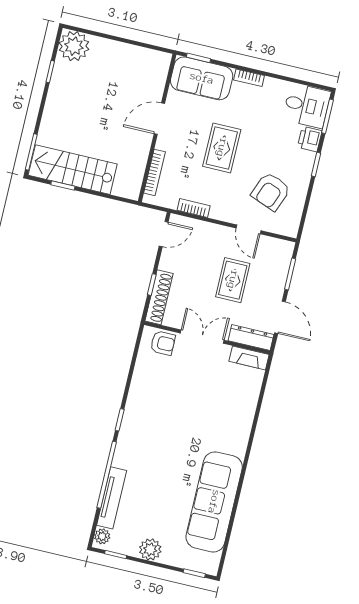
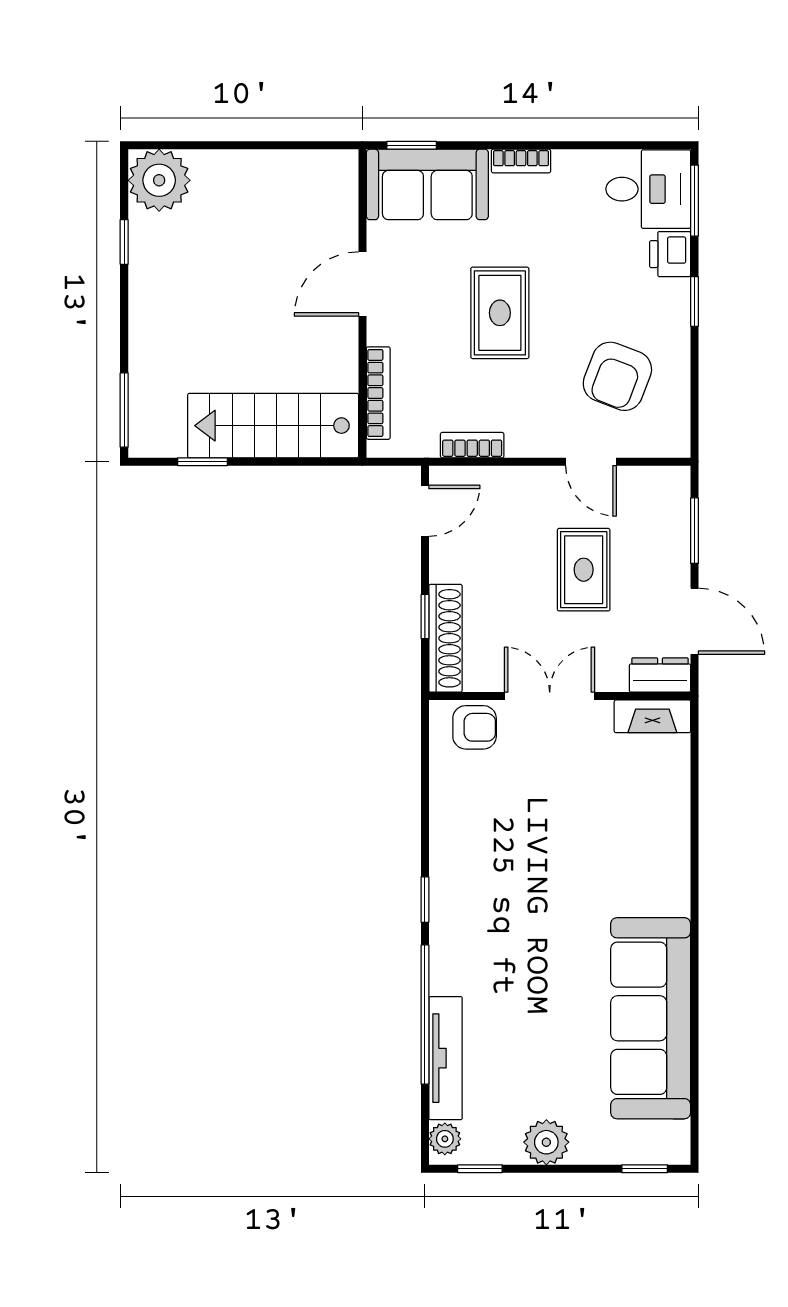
stairs: (73, 170) -> (273, 426), moved
dresser: (251, 338) -> (660, 675), width x0.70

